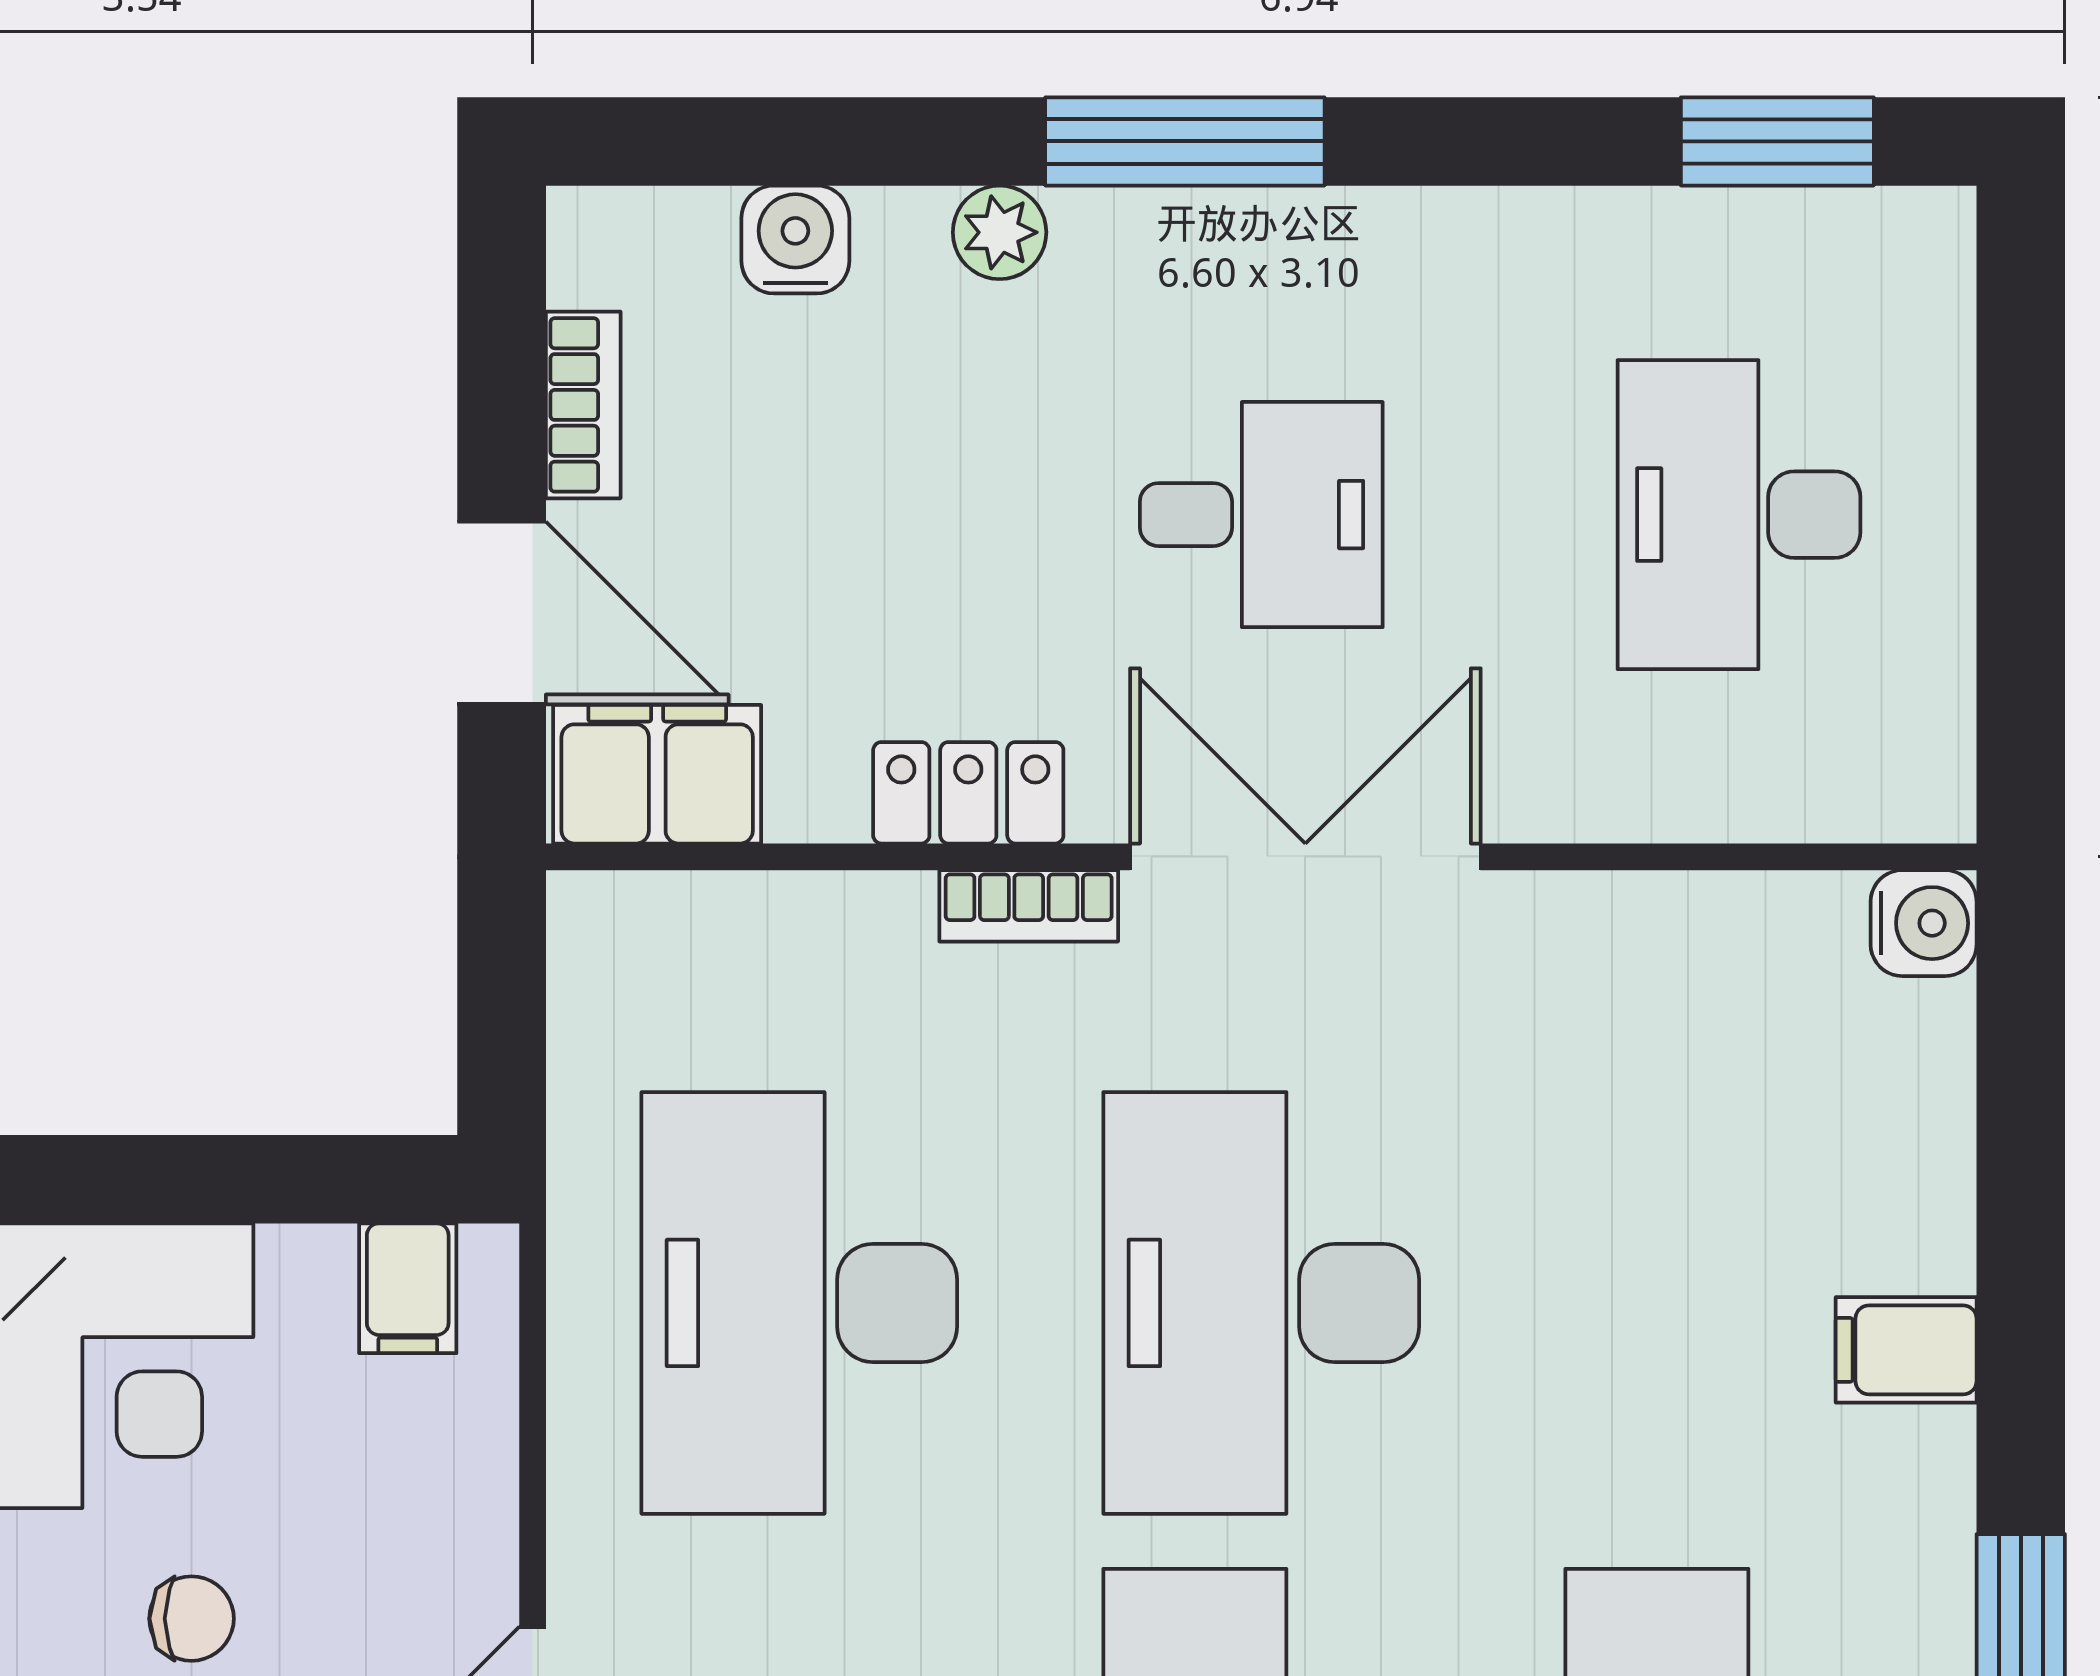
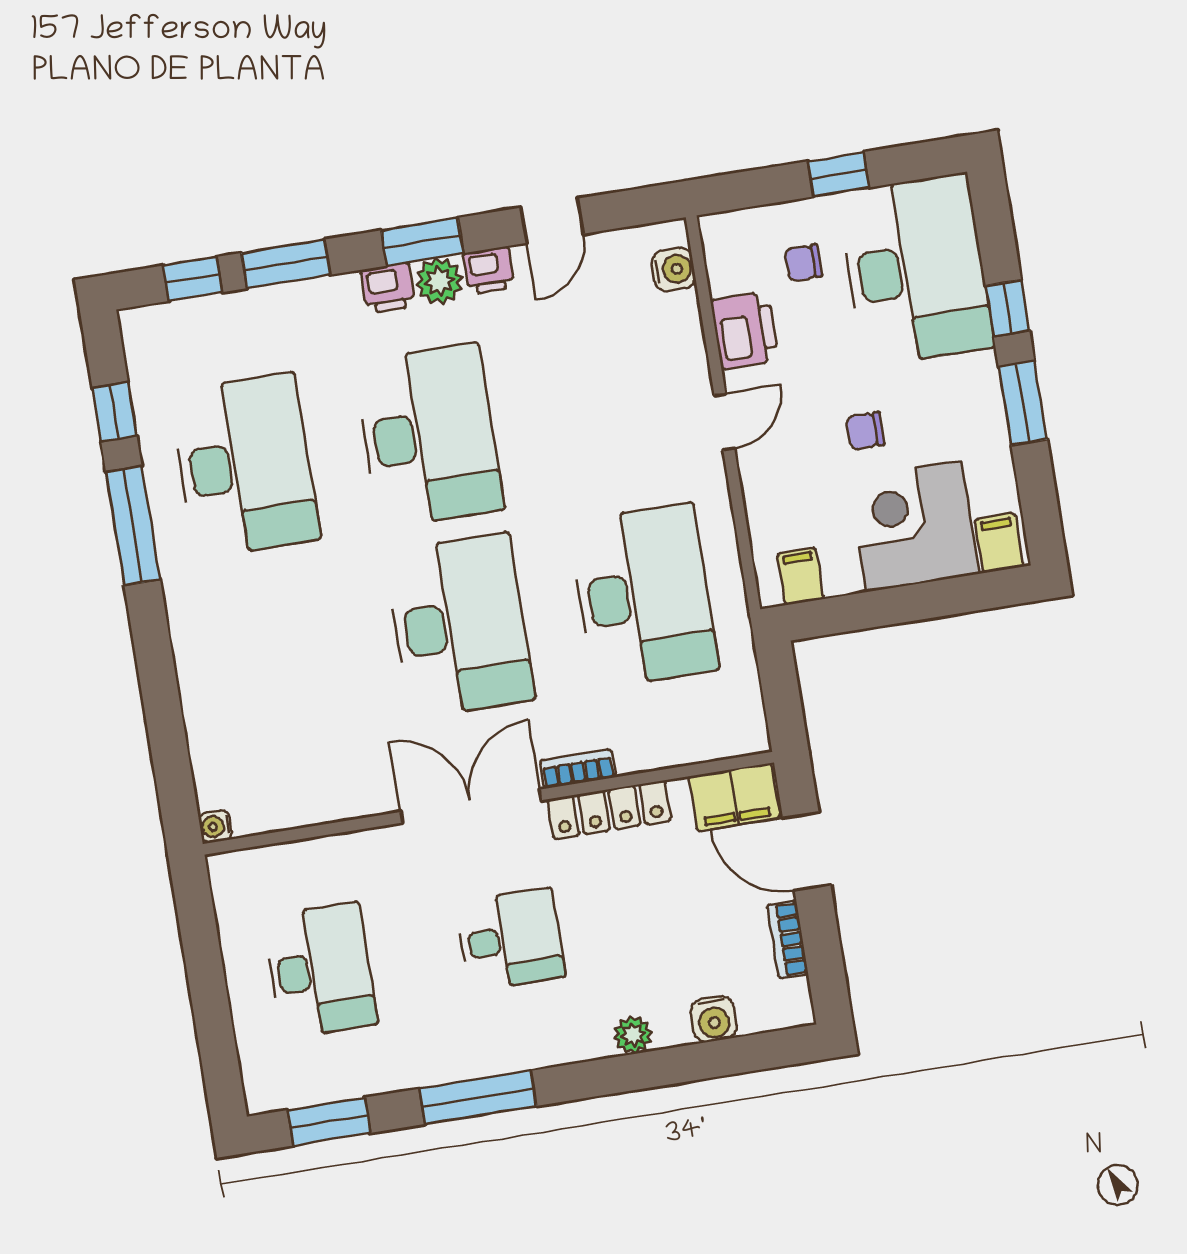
window: (1185, 141) -> (478, 1097), moved
desk: (1261, 515) -> (510, 940), turned 180
locker: (968, 793) -> (609, 810), width x1.53
double door: (1305, 857) -> (471, 806), swing flipped
water cooler: (1924, 923) -> (215, 826), width x0.72, depth x0.72
filing cabinet: (1906, 1350) -> (200, 648), removed

